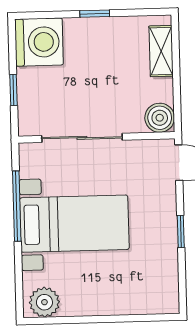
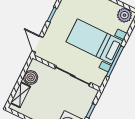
boiler: (160, 118) -> (31, 77), moved

